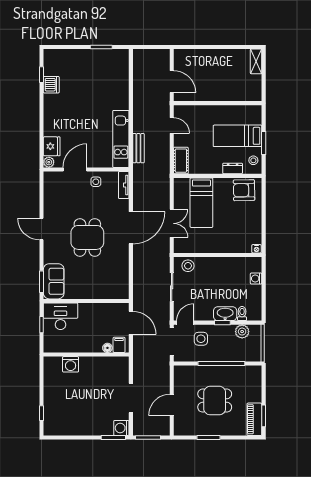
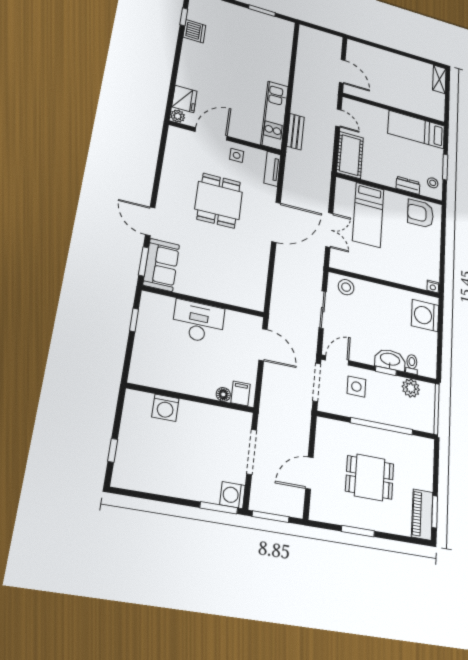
bed: (237, 136) -> (416, 130), moved
cot: (181, 161) -> (350, 155), width x1.37, depth x1.34
door: (42, 229) -> (150, 221), moved
dining table: (87, 237) -> (219, 201), moved
washing machine: (256, 279) -> (425, 316), width x1.89, depth x1.89
desk: (61, 316) -> (198, 322), moved
filing cabinet: (119, 345) -> (241, 394), moved
floor lamp: (107, 348) -> (223, 394), moved
wall: (86, 355) -> (191, 398), moved
washing machine: (71, 364) -> (165, 408), moved

